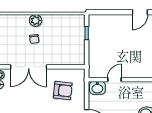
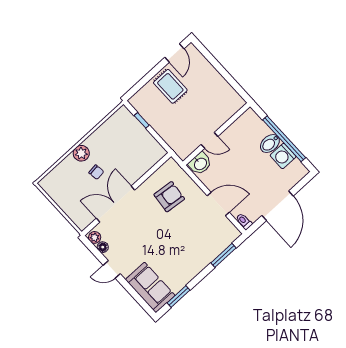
rug: (120, 29) -> (170, 86), added
double door: (29, 67) -> (116, 204), swing flipped
door: (114, 80) -> (209, 140), swing flipped

